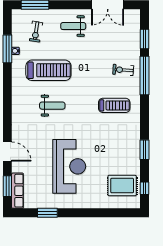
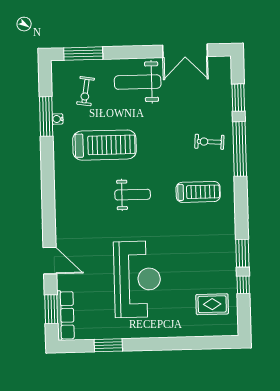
weight bench: (73, 26) -> (138, 82), width x1.36, depth x1.33
weight bench: (52, 106) -> (133, 195), moved
rug: (122, 186) -> (212, 304), width x0.73, depth x0.70
window: (145, 188) -> (243, 285), moved

